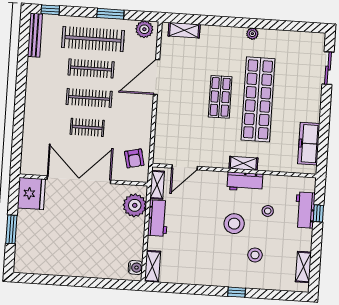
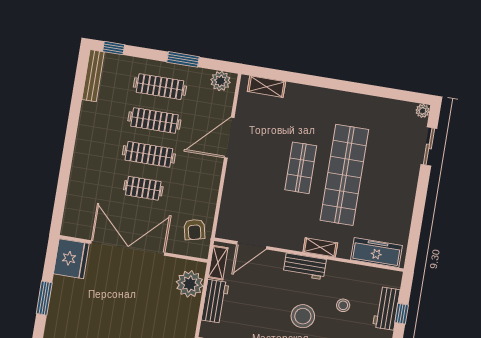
plant: (252, 34) -> (423, 111), moved
clothes rail: (93, 39) -> (160, 87), width x0.73, depth x0.76
freezer: (309, 144) -> (377, 253), moved, turned 90
workbench: (245, 182) -> (305, 266), moved

